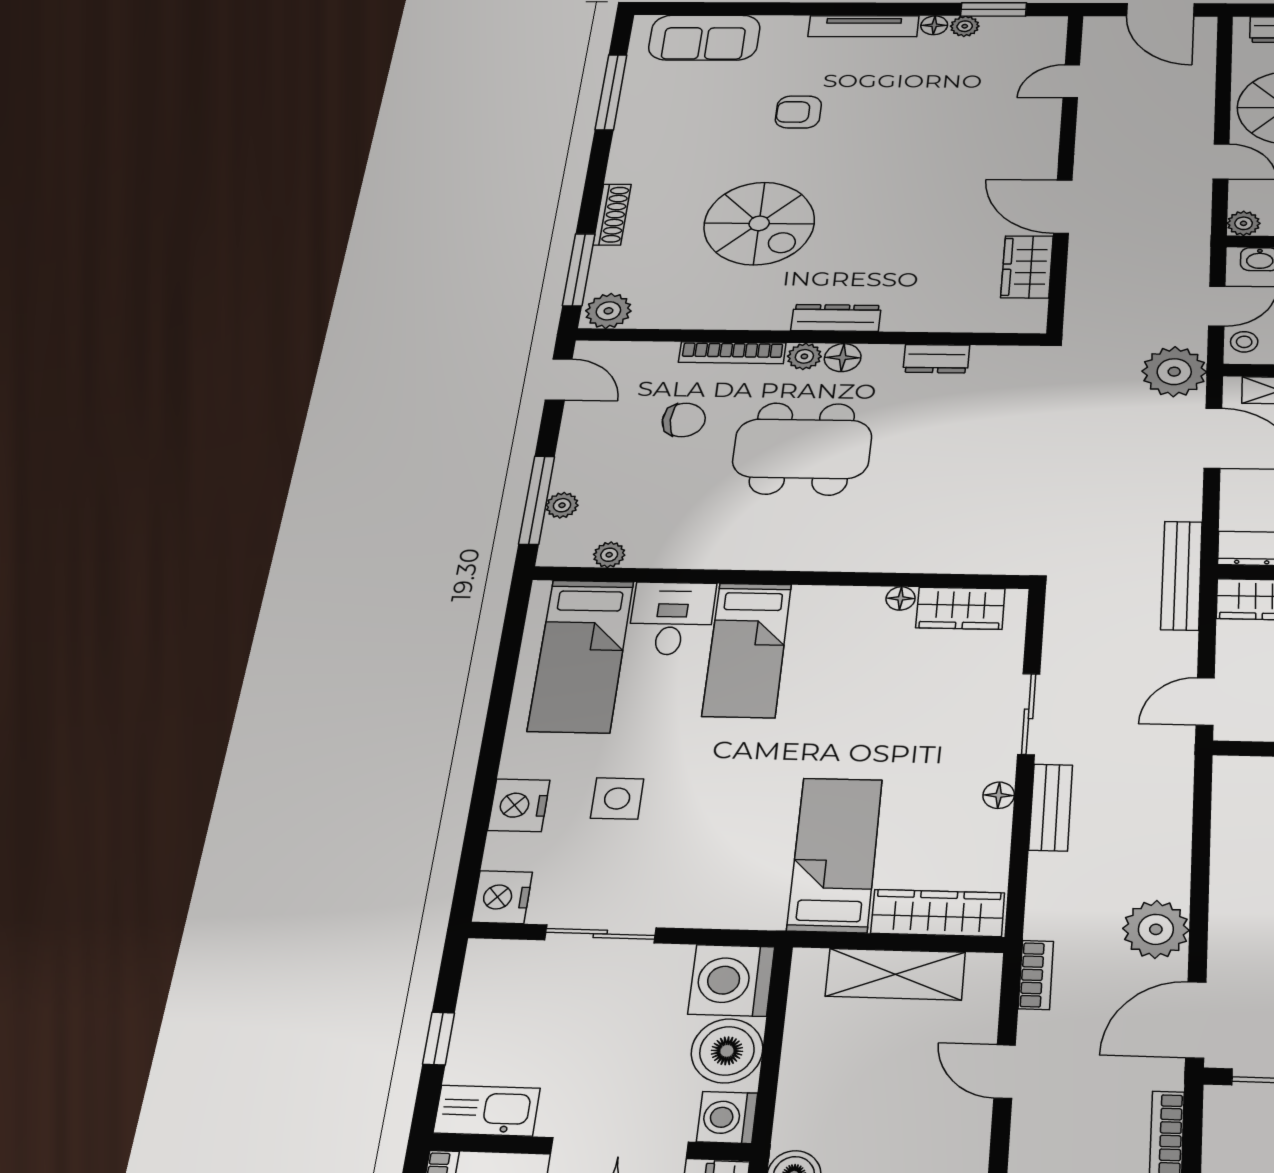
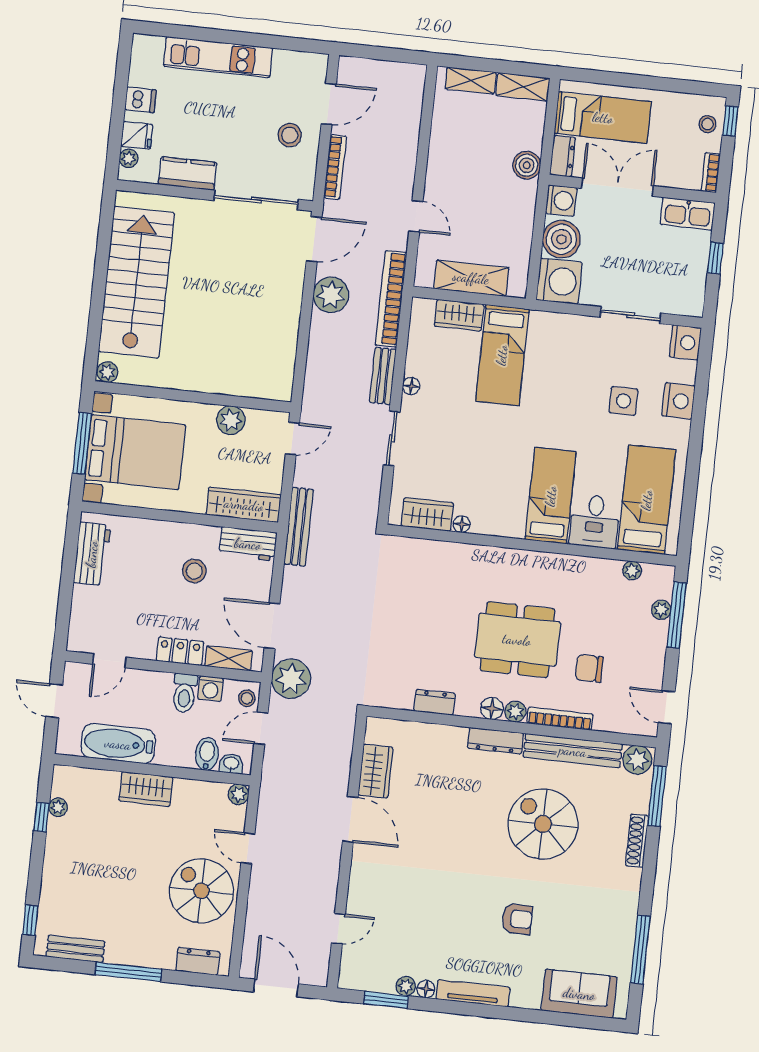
bench: (712, 315) -> (573, 751), added
wardrobe: (938, 913) -> (459, 315), width x0.67
bookcase: (1036, 975) -> (391, 299), width x2.31, depth x1.31

